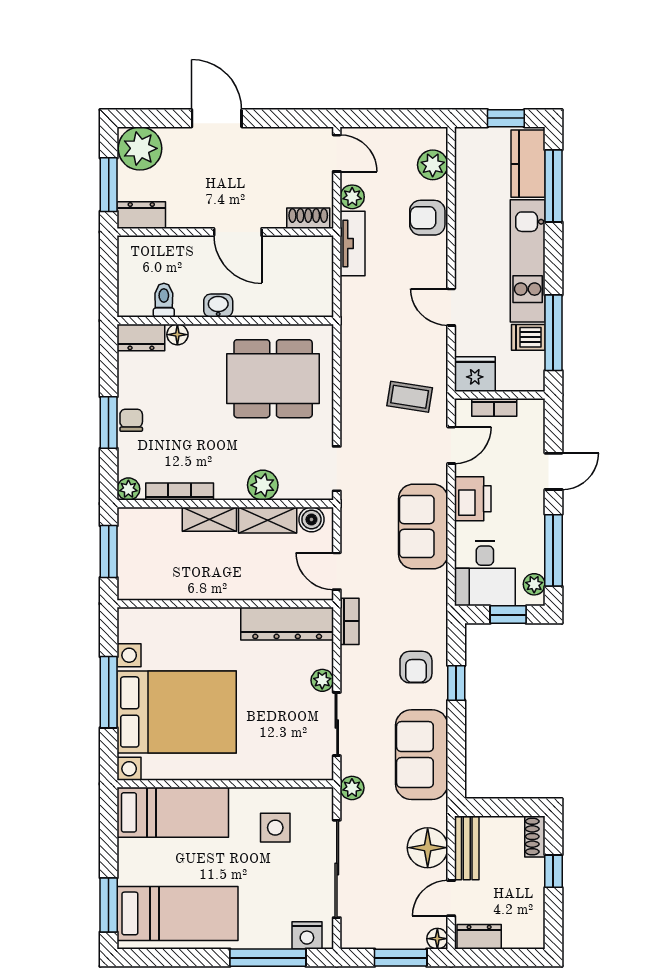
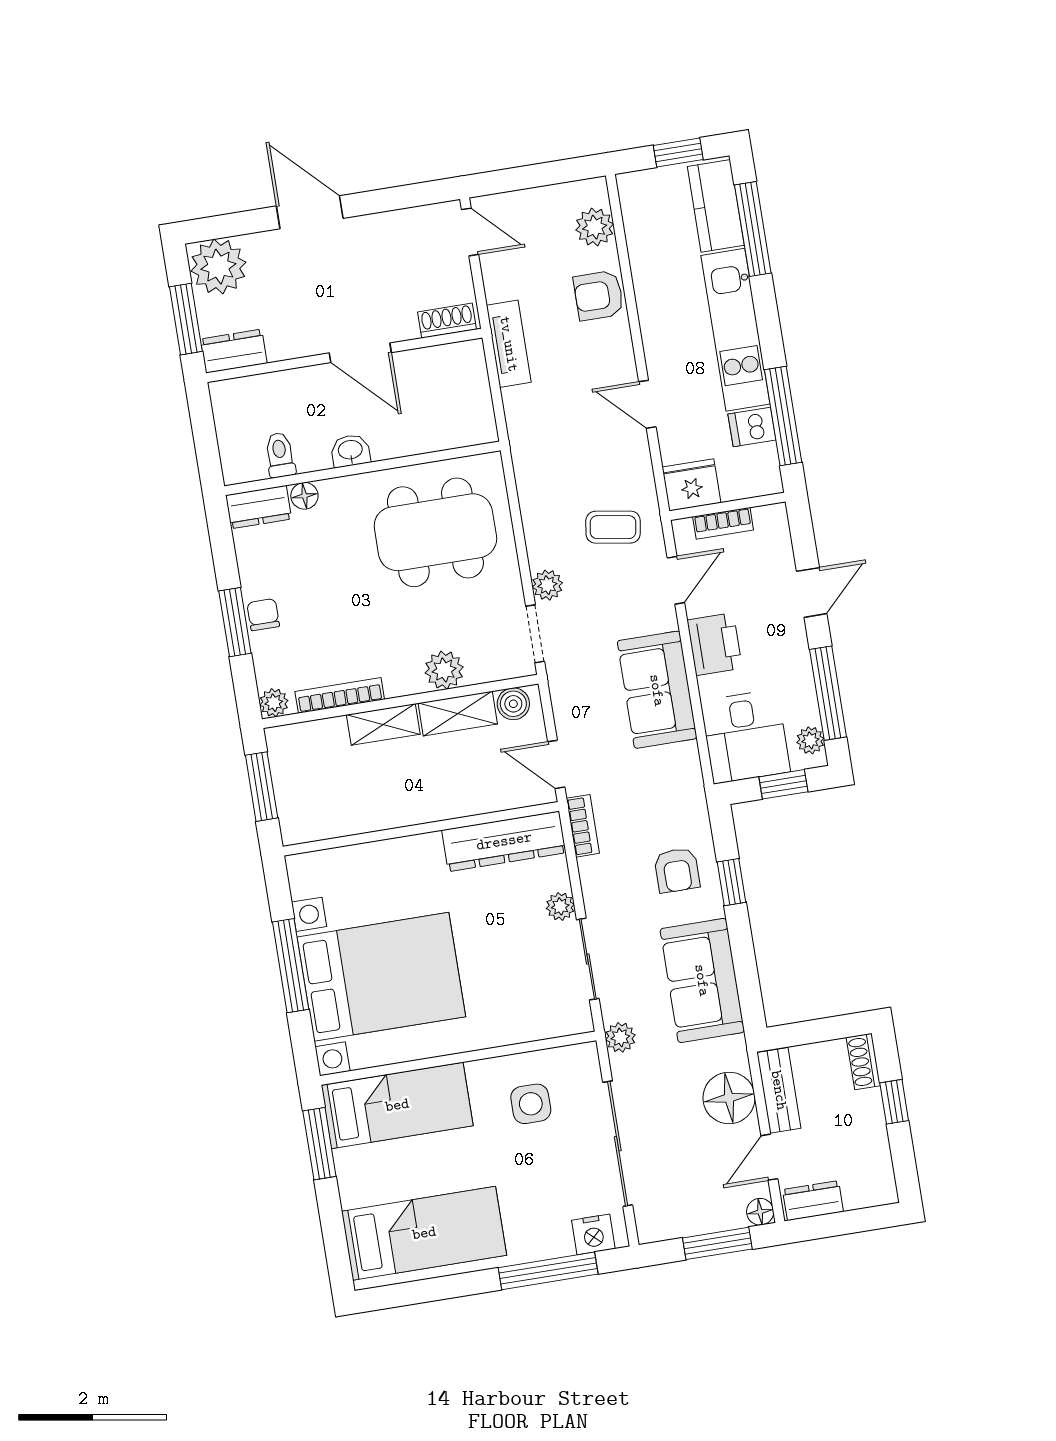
plant: (352, 197) -> (547, 585), moved
window: (109, 905) -> (319, 1144), moved

